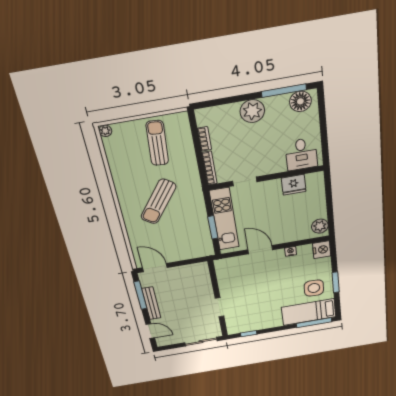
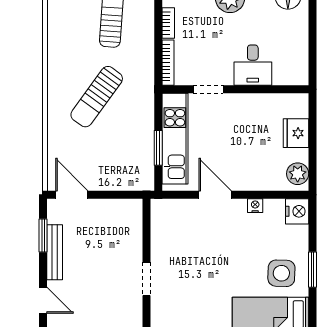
desk: (301, 154) -> (253, 65), moved
fridge: (294, 185) -> (296, 133), moved, turned 90
window: (140, 295) -> (43, 235), width x0.69

